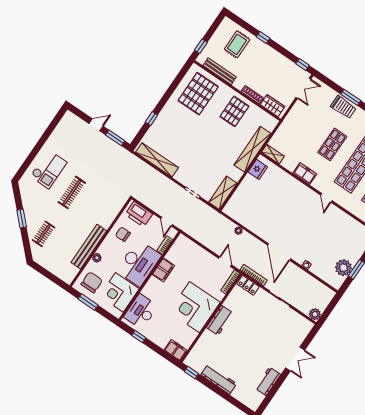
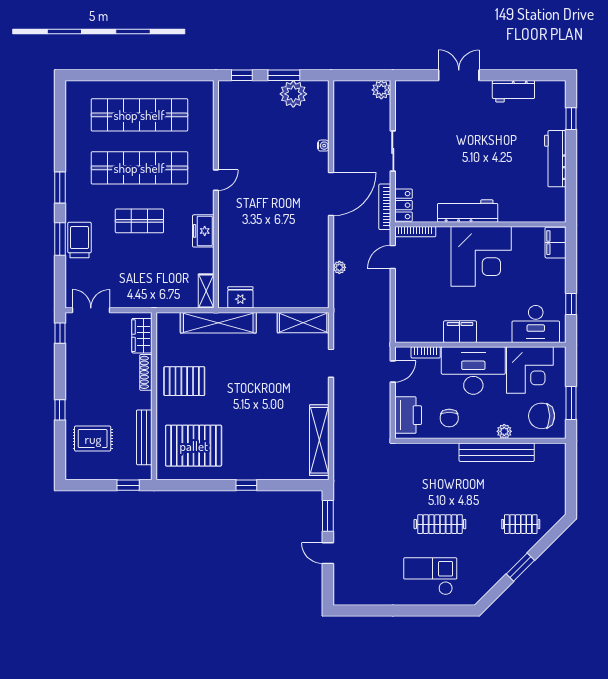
window: (151, 119) -> (246, 485), moved
workbench: (220, 320) -> (468, 211), width x1.38
window: (191, 372) -> (571, 119), moved

